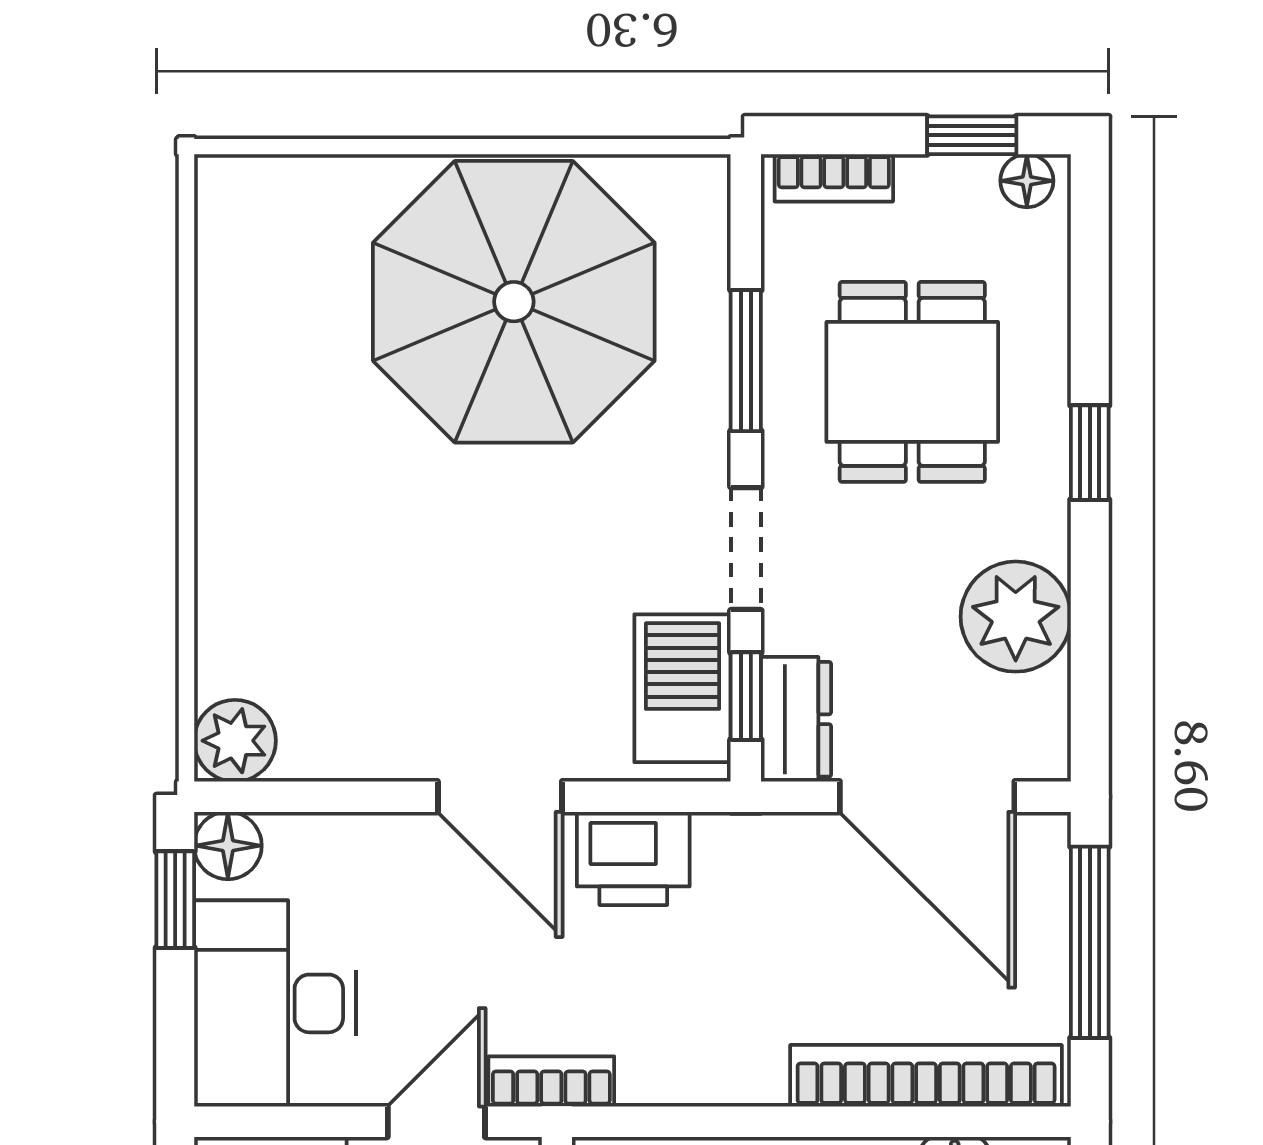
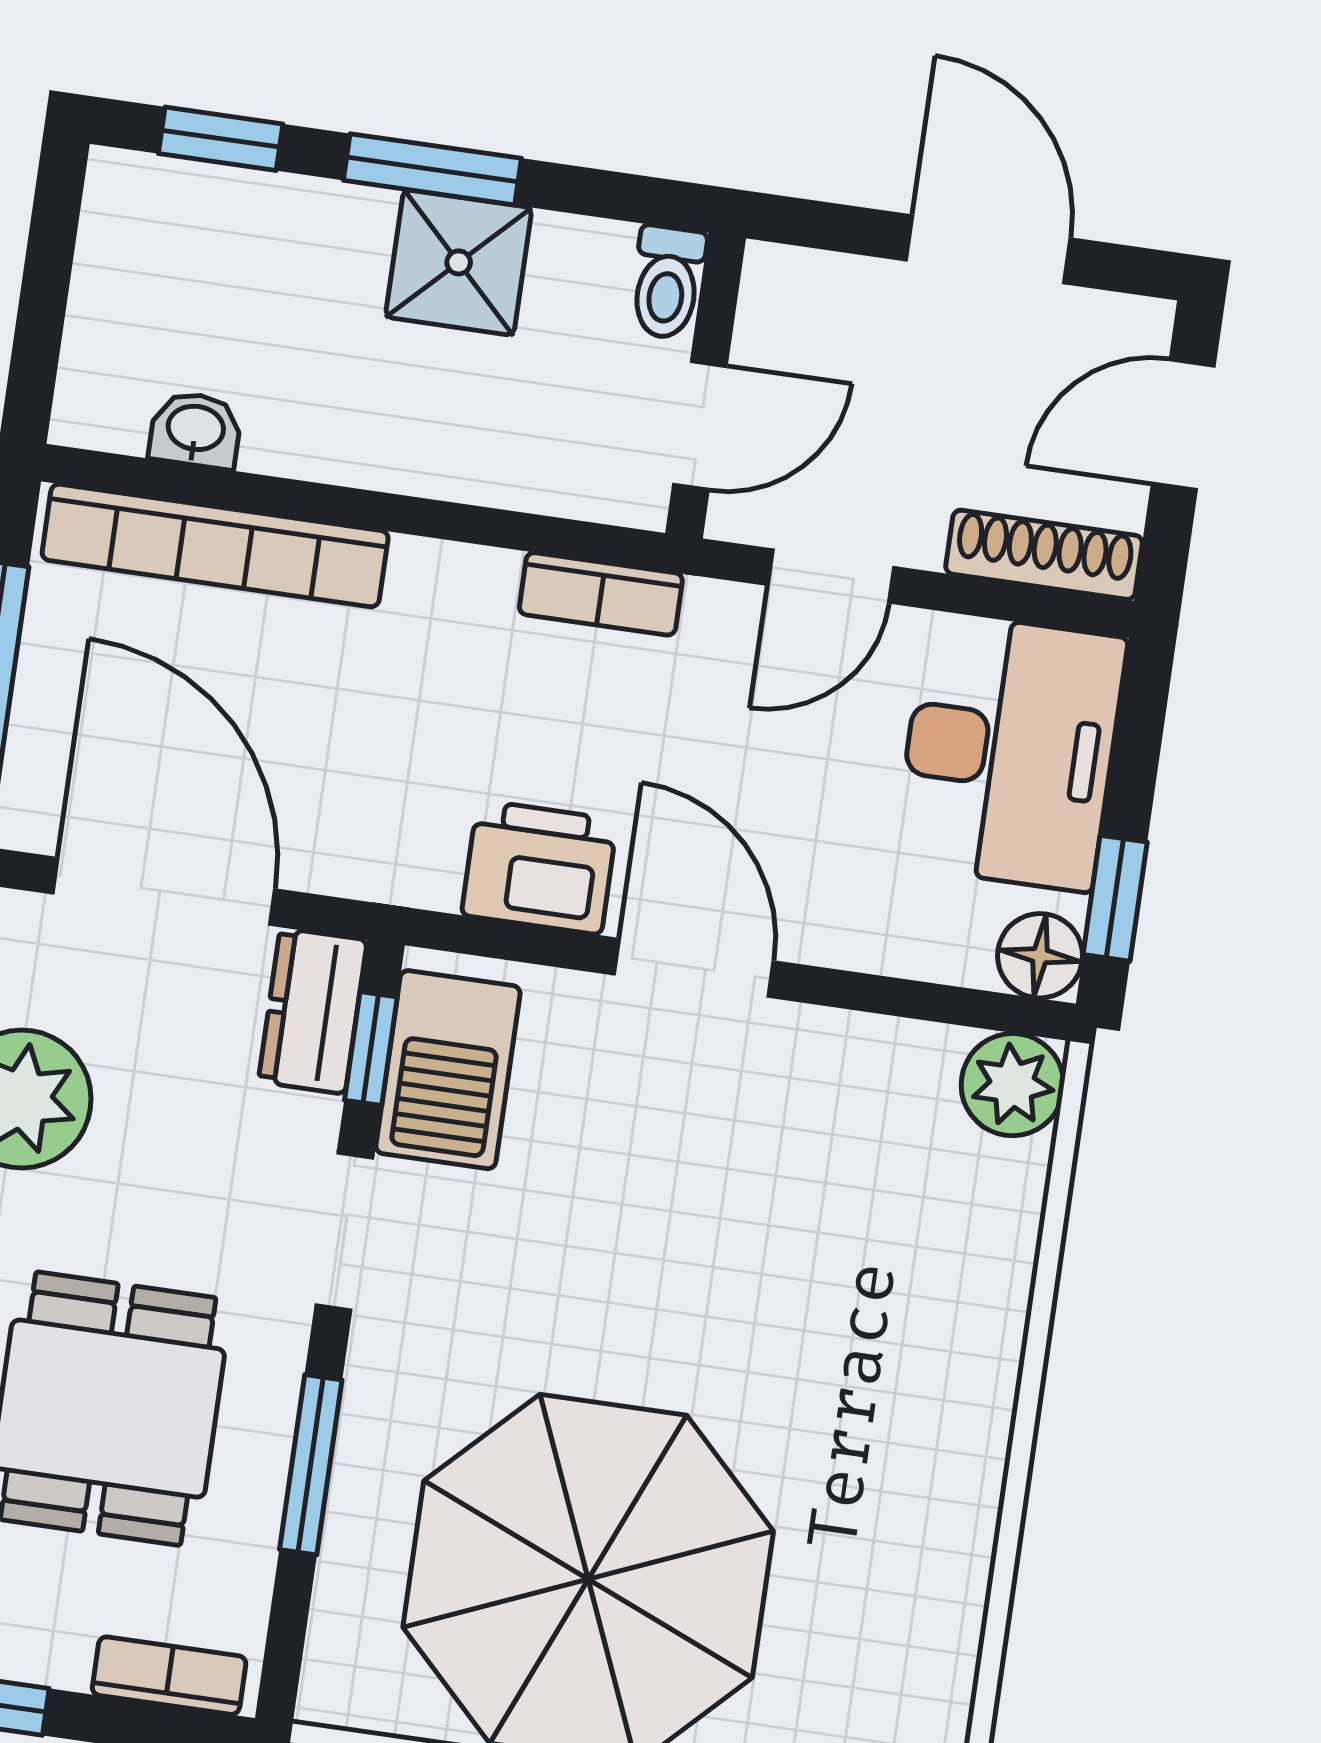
bookcase: (551, 1081) -> (601, 594), moved

